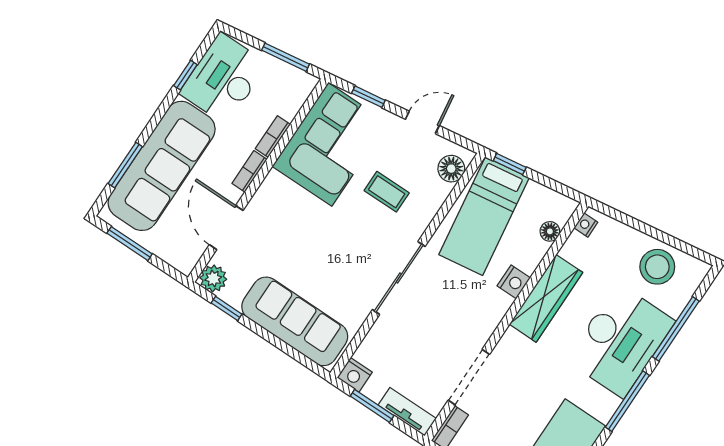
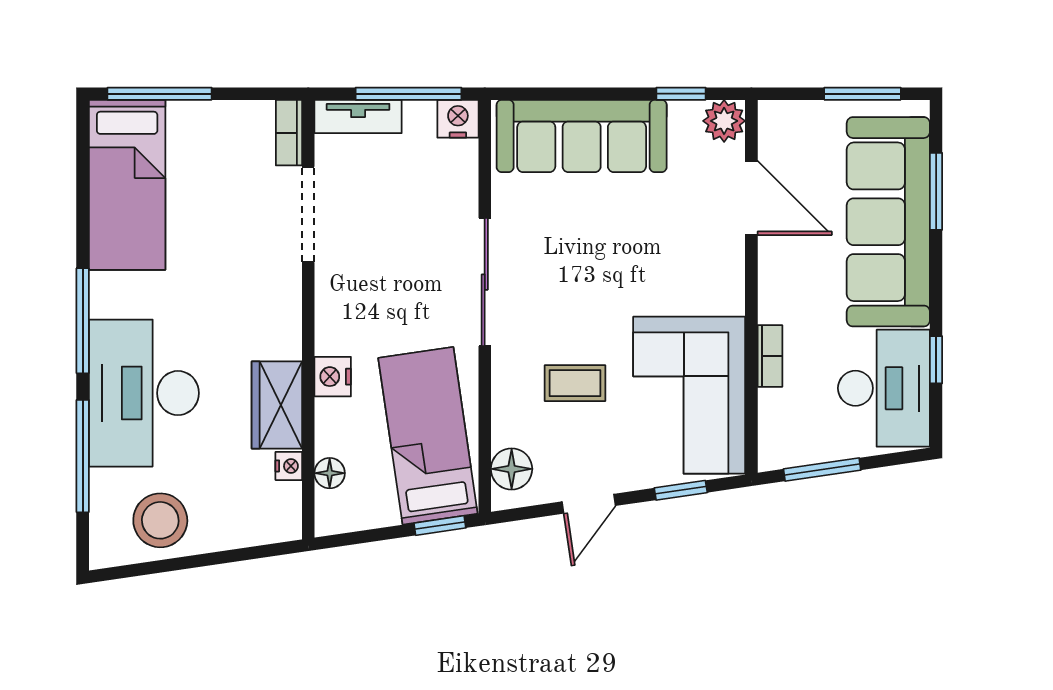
bookcase: (250, 171) -> (770, 291), removed
nightstand: (586, 225) -> (289, 466), moved
wardrobe: (546, 298) -> (277, 405), width x0.67
window: (372, 406) -> (409, 94), width x1.44

